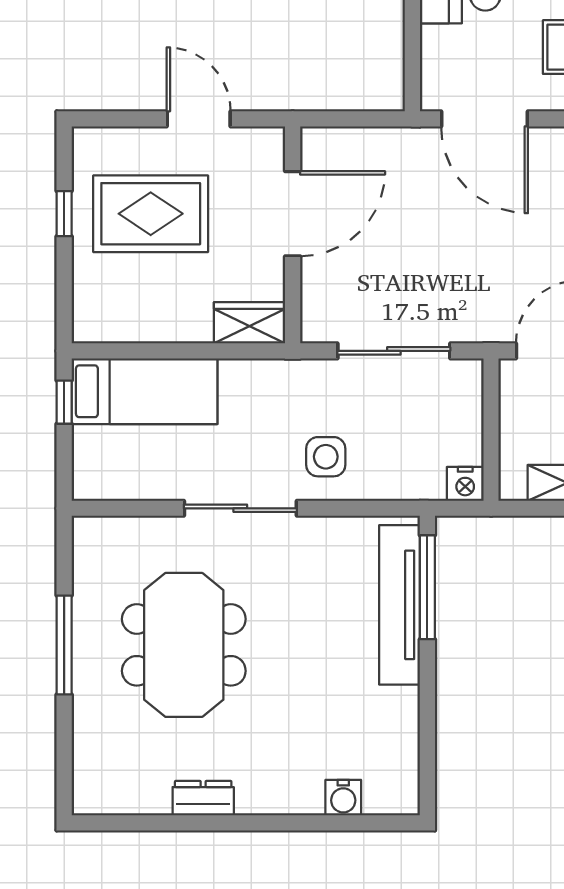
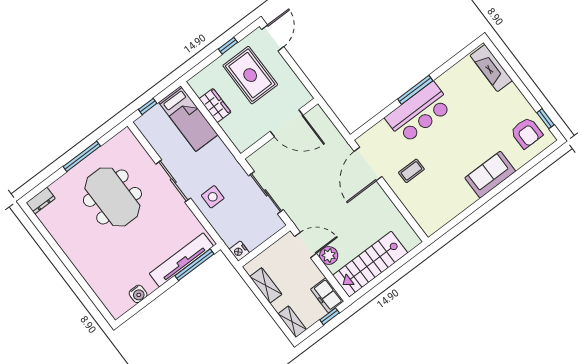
door: (199, 119) -> (273, 38), moved
wardrobe: (249, 323) -> (215, 106), moved
window: (64, 402) -> (148, 106), moved
meeting table: (184, 645) -> (112, 197), turned 90
dresser: (203, 798) -> (41, 201), moved, turned 90
water cooler: (343, 798) -> (138, 294), moved, turned -90

